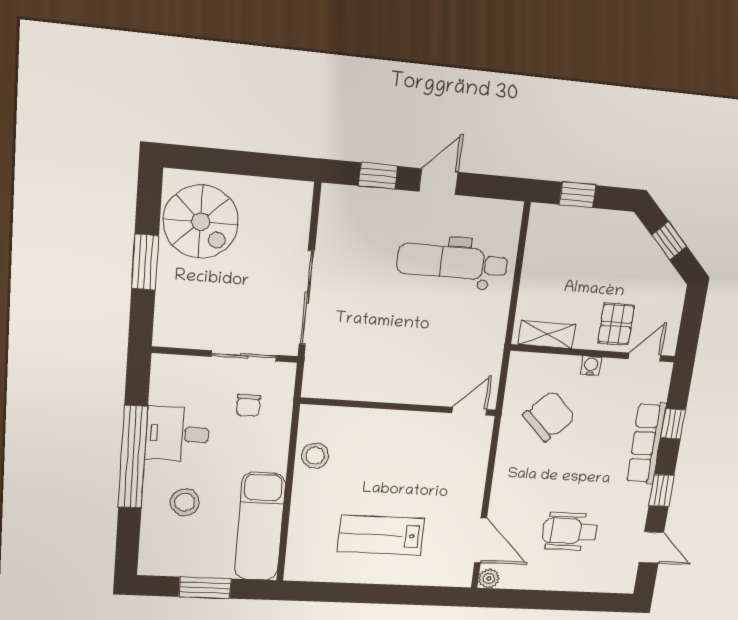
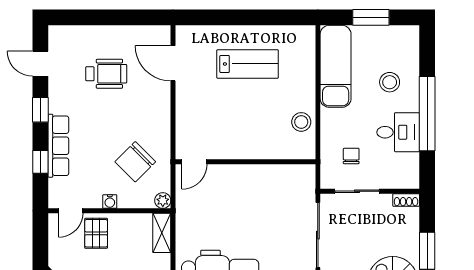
shelving: (547, 334) -> (162, 233), moved, turned 90
shoe rack: (172, 338) -> (406, 200), added
plant: (489, 578) -> (163, 200), moved

